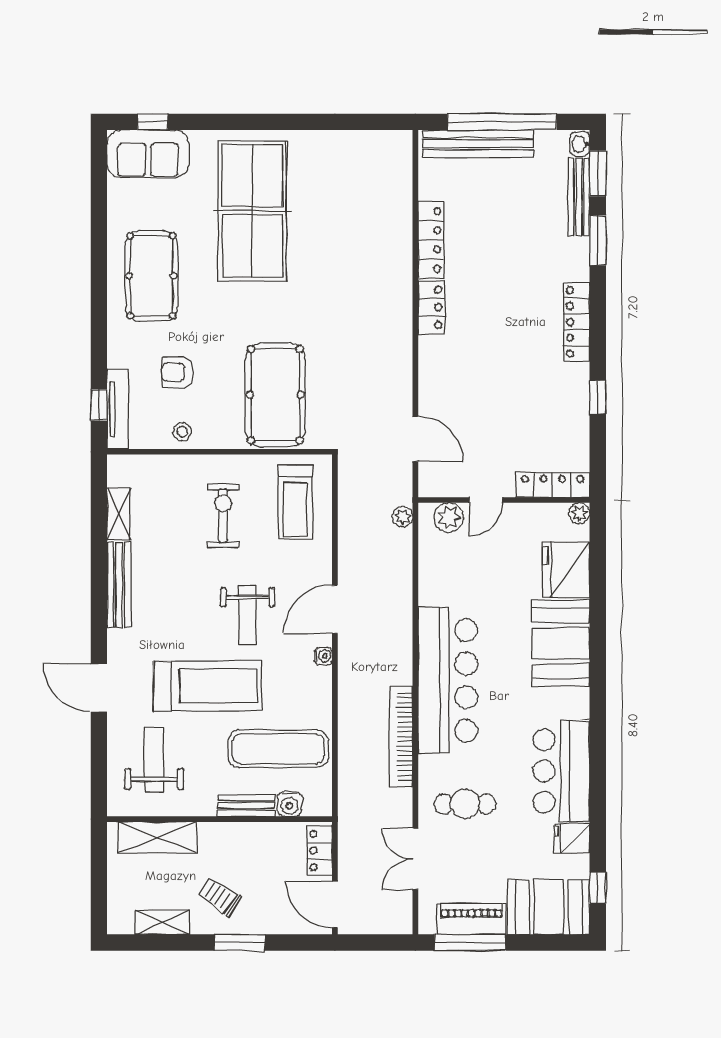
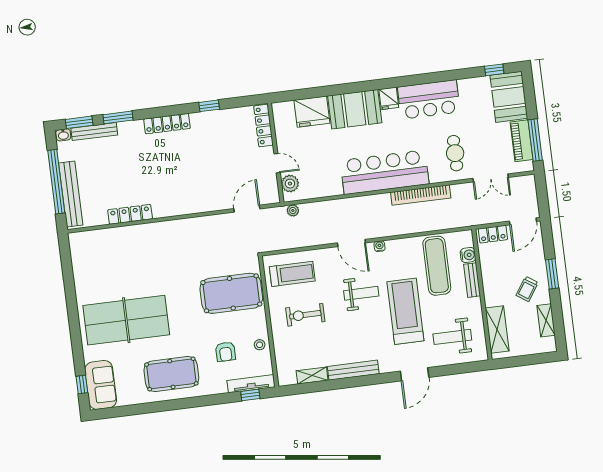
locker: (432, 307) -> (169, 209), removed
plant: (579, 513) -> (278, 108), removed
fridge: (572, 839) -> (389, 98), moved

